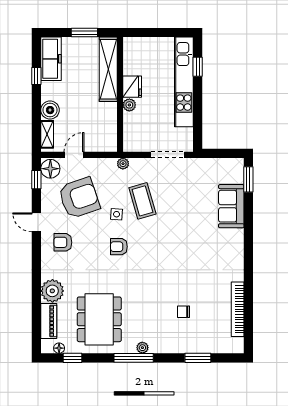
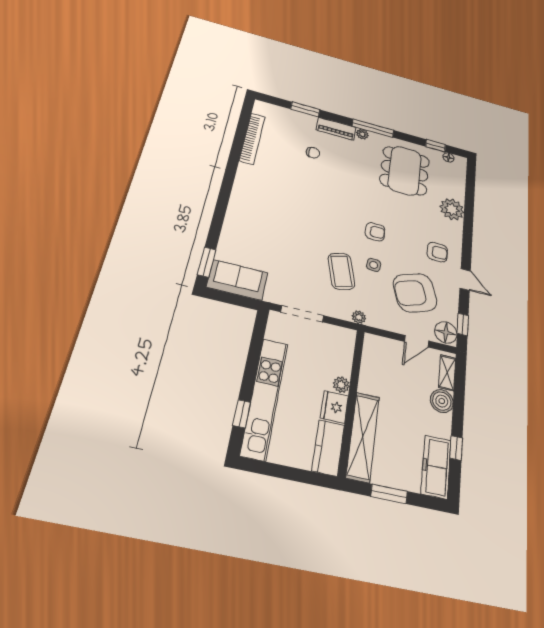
kitchen counter: (132, 56) -> (328, 448), added
sofa: (231, 206) -> (237, 280), moved, turned -90
piano: (49, 321) -> (336, 129), moved, turned -90

